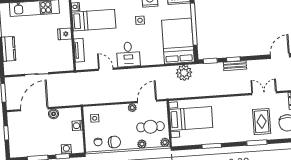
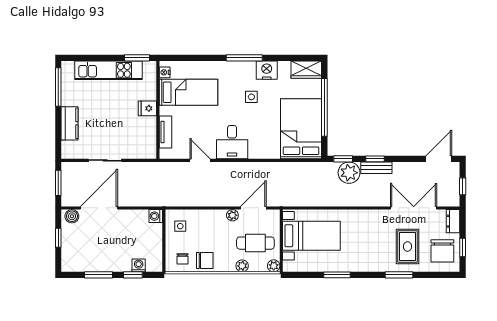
plant: (184, 73) -> (349, 173), moved
double door: (264, 93) -> (414, 208), width x1.37
boiler: (54, 114) -> (72, 216), moved
washing machine: (77, 126) -> (156, 216), moved

